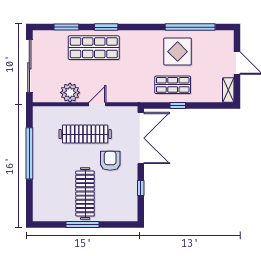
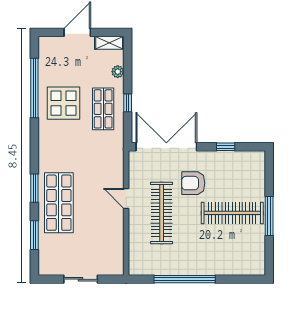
sliding door: (29, 66) -> (81, 279), width x0.54
plant: (70, 93) -> (118, 72), moved, width x0.53, depth x0.53

